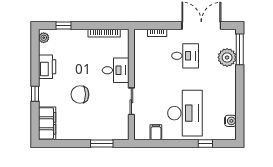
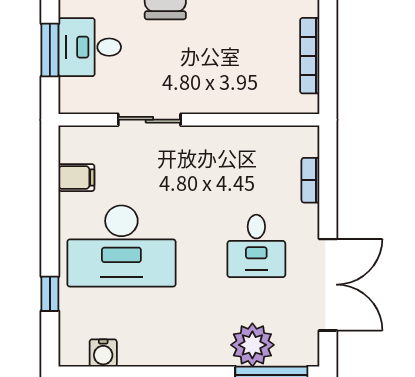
desk: (116, 70) -> (90, 47), moved, turned 90

